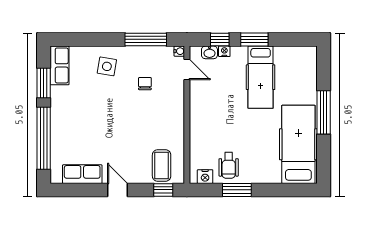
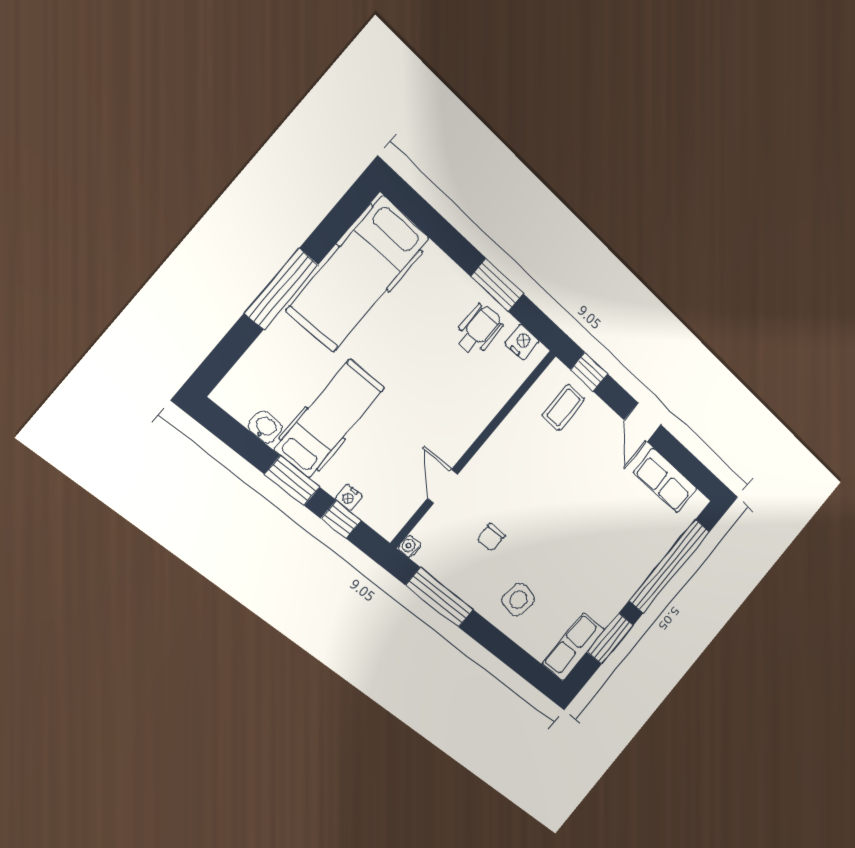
washbasin: (209, 52) -> (265, 427), moved
door: (187, 69) -> (443, 486), moved
coffee table: (162, 166) -> (563, 407), width x0.73, depth x0.77

